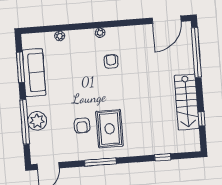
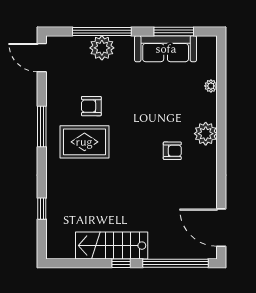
plant: (100, 33) -> (206, 134), width x1.87, depth x1.87
window: (201, 119) -> (121, 263), moved

